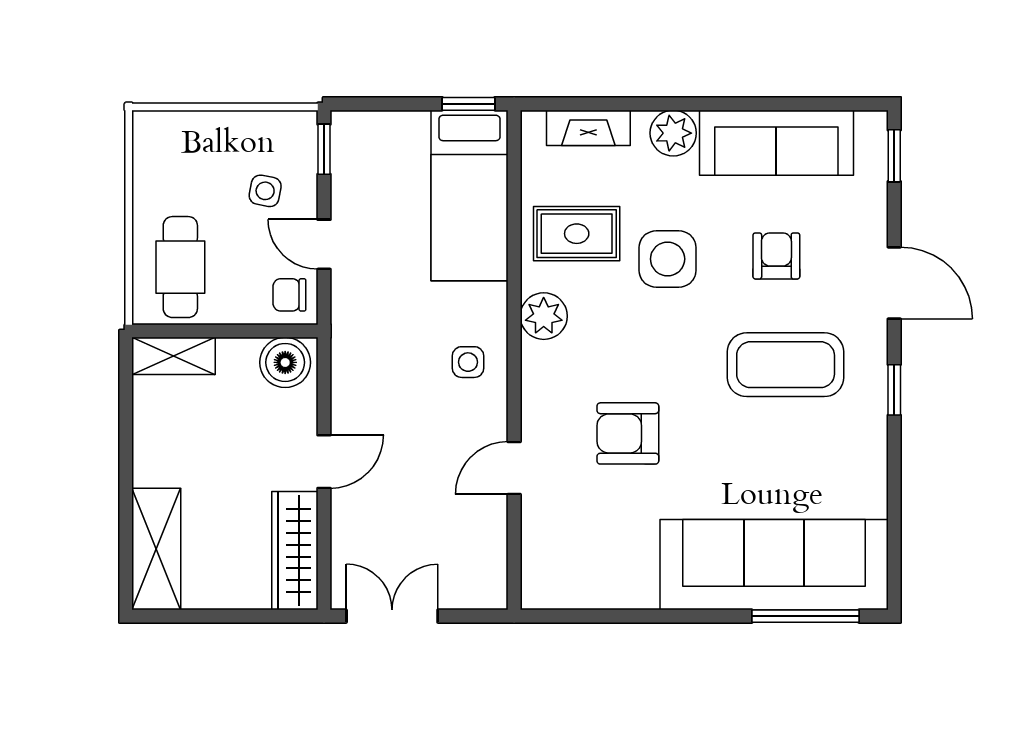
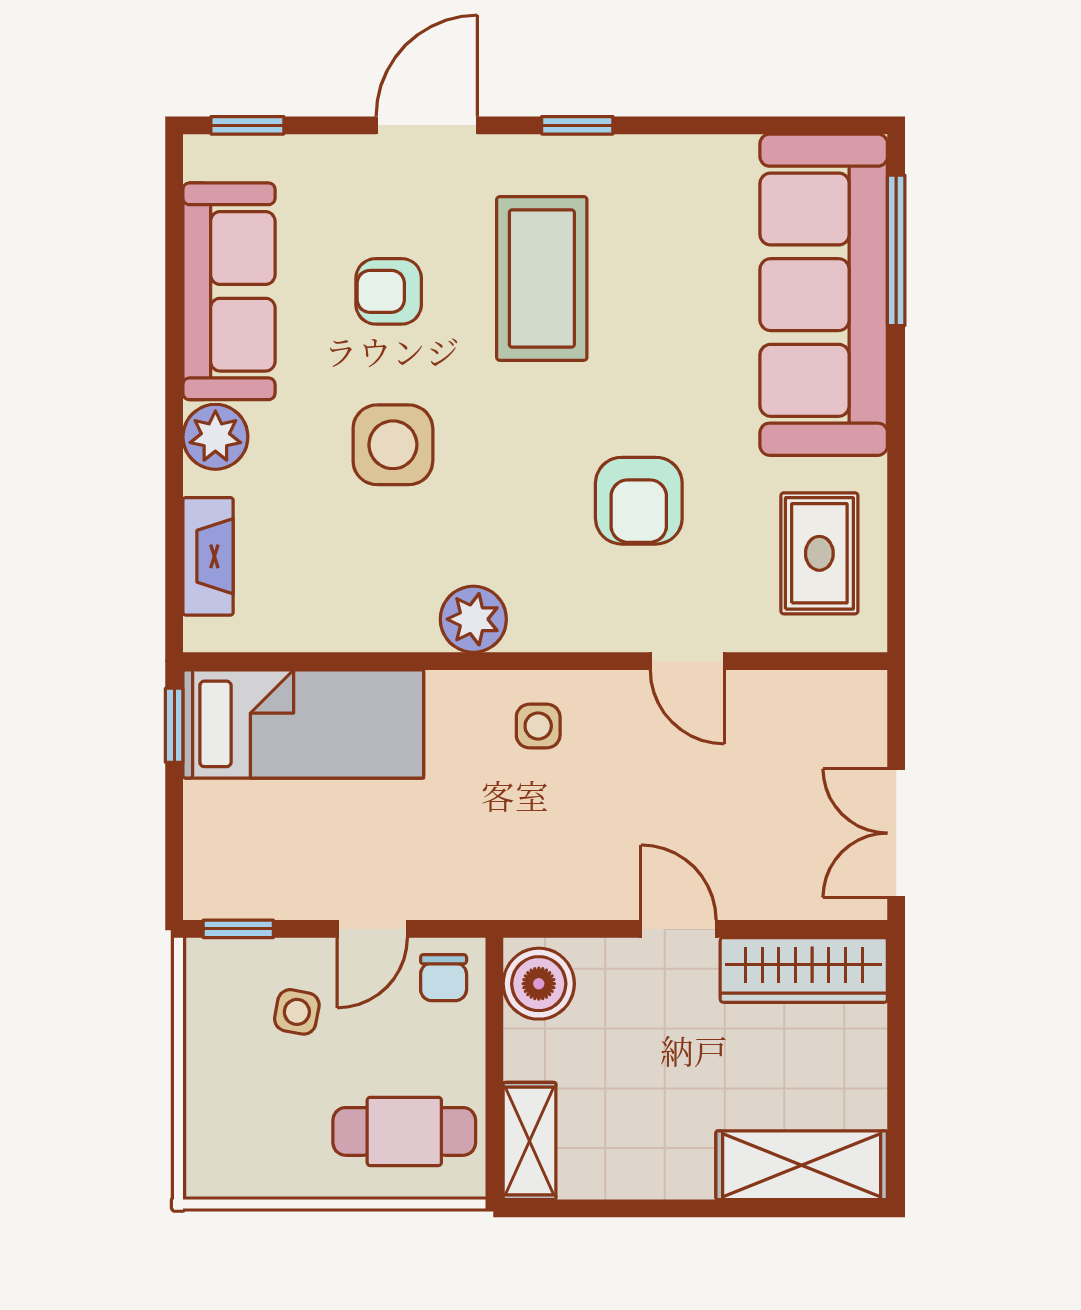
rug: (577, 234) -> (819, 553), moved

